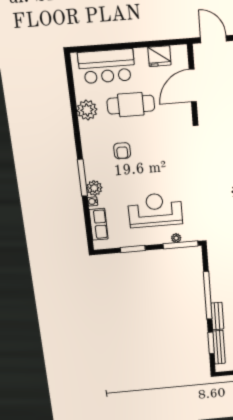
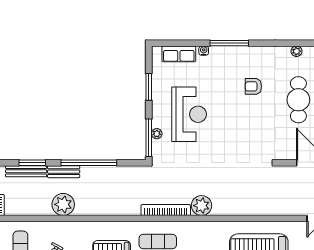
plant: (87, 110) -> (297, 51), width x0.53, depth x0.53
plant: (94, 188) -> (218, 54), removed

